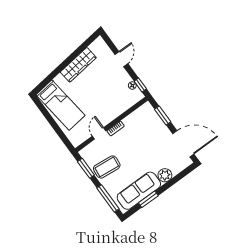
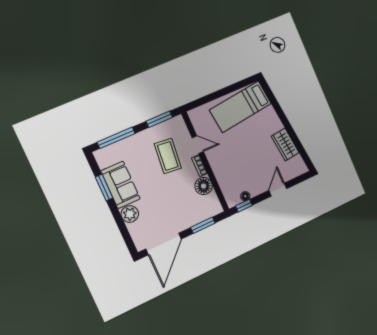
door: (121, 59) -> (278, 190), swing flipped
wardrobe: (78, 65) -> (285, 144), width x0.67
floor lamp: (131, 122) -> (204, 186), added
coffee table: (107, 167) -> (168, 156), moved
sofa: (139, 191) -> (120, 185), width x0.73

